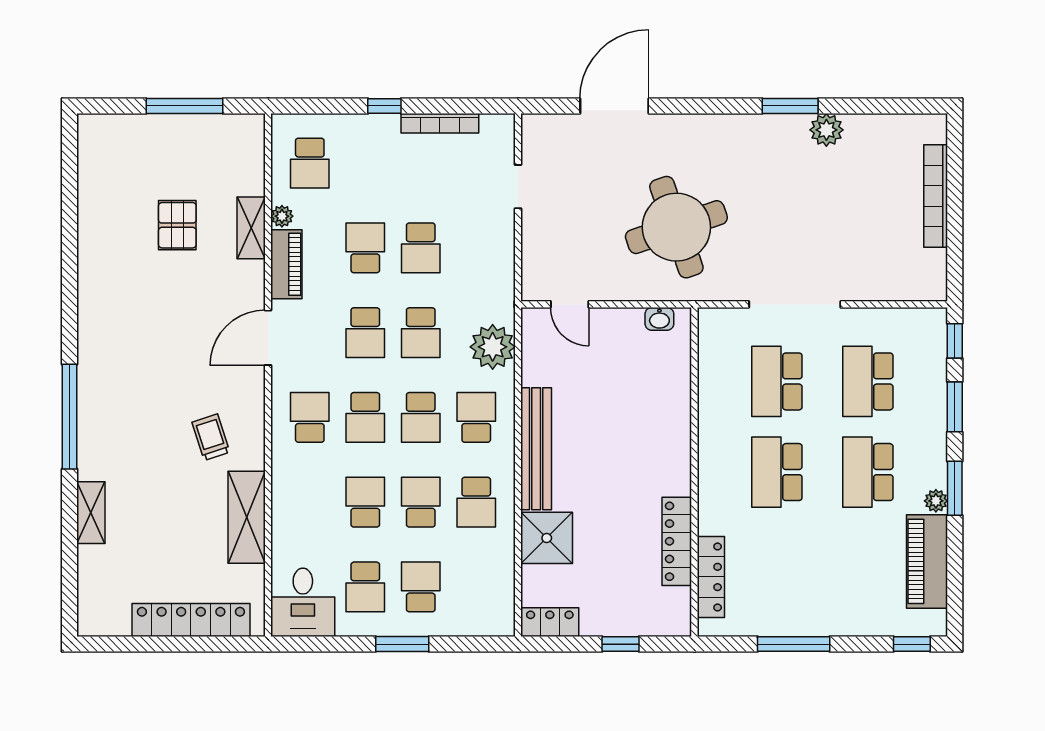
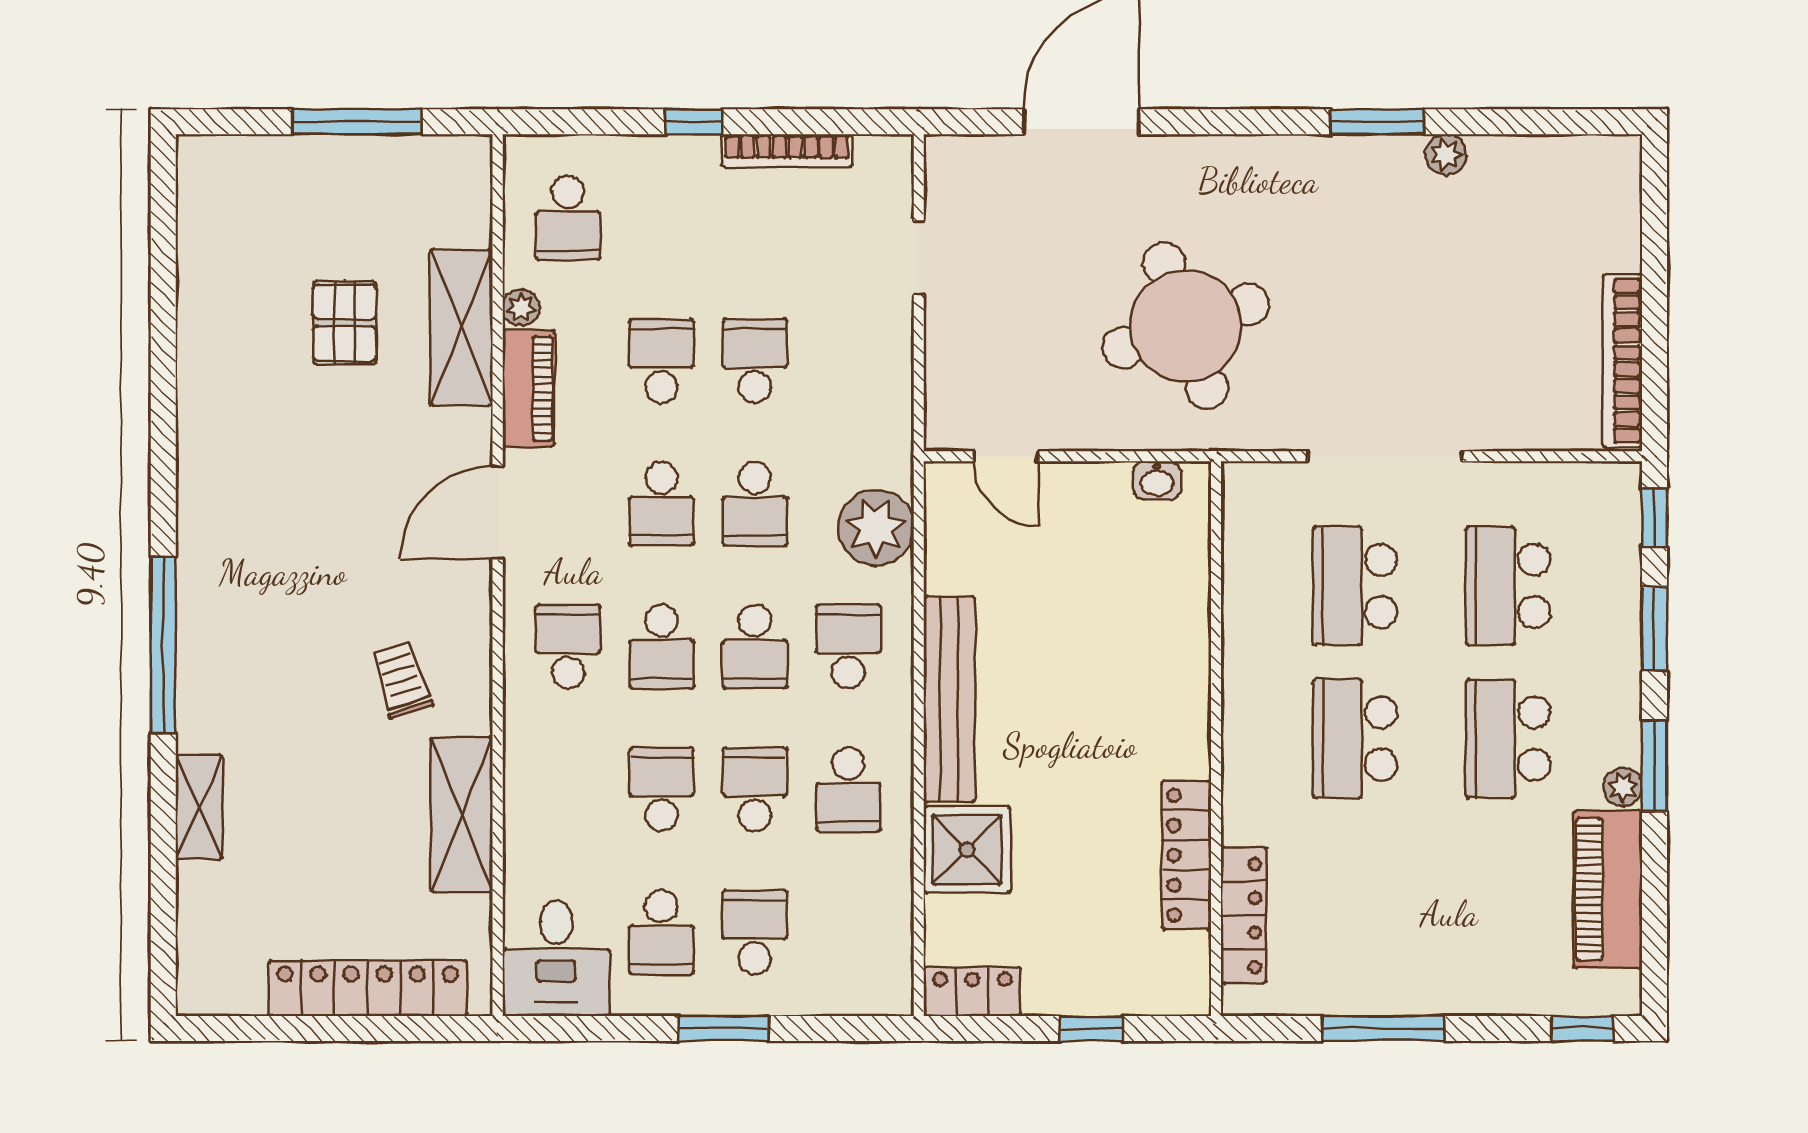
plant: (826, 130) -> (1446, 154), width x0.73, depth x0.73
bookcase: (936, 196) -> (1622, 361), moved
shelving: (251, 228) -> (461, 327), width x1.50, depth x1.33
school desk: (421, 248) -> (755, 361), turned 180

